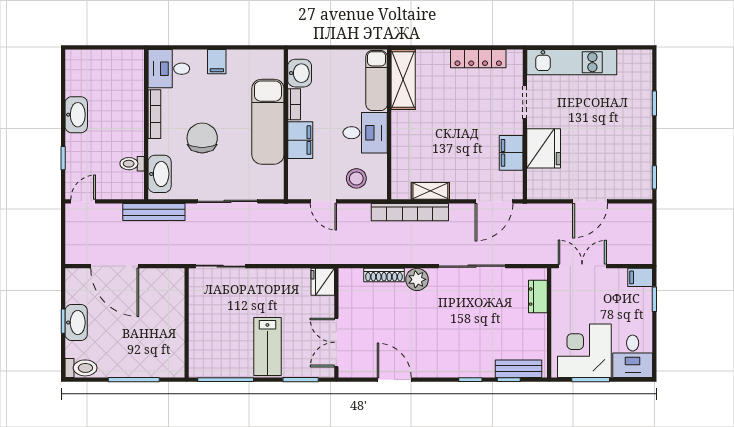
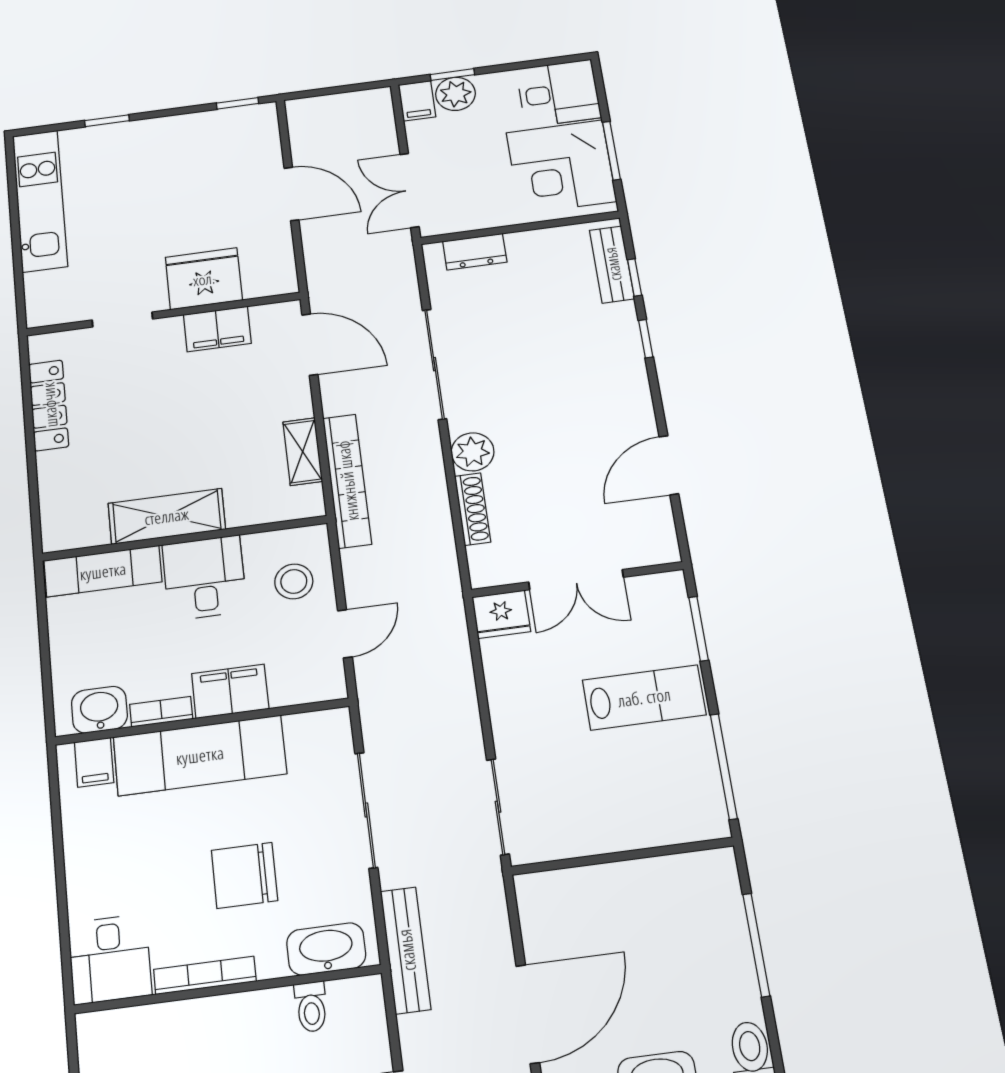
filing cabinet: (217, 62) -> (94, 762), moved, turned 90
kitchen unit: (572, 62) -> (40, 201), moved
shelving: (403, 80) -> (167, 516), moved
plant: (641, 299) -> (455, 94), added
double door: (336, 342) -> (576, 580), moved

